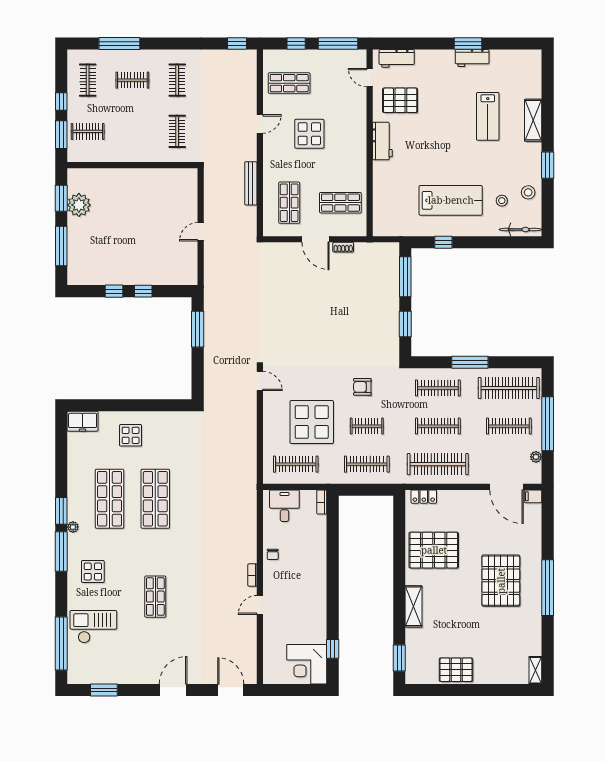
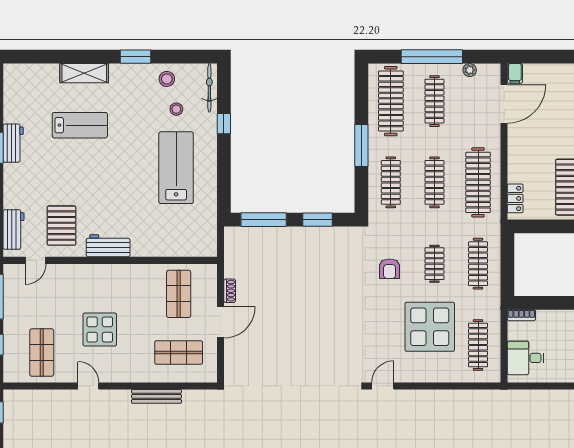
window: (443, 242) -> (224, 124), moved

